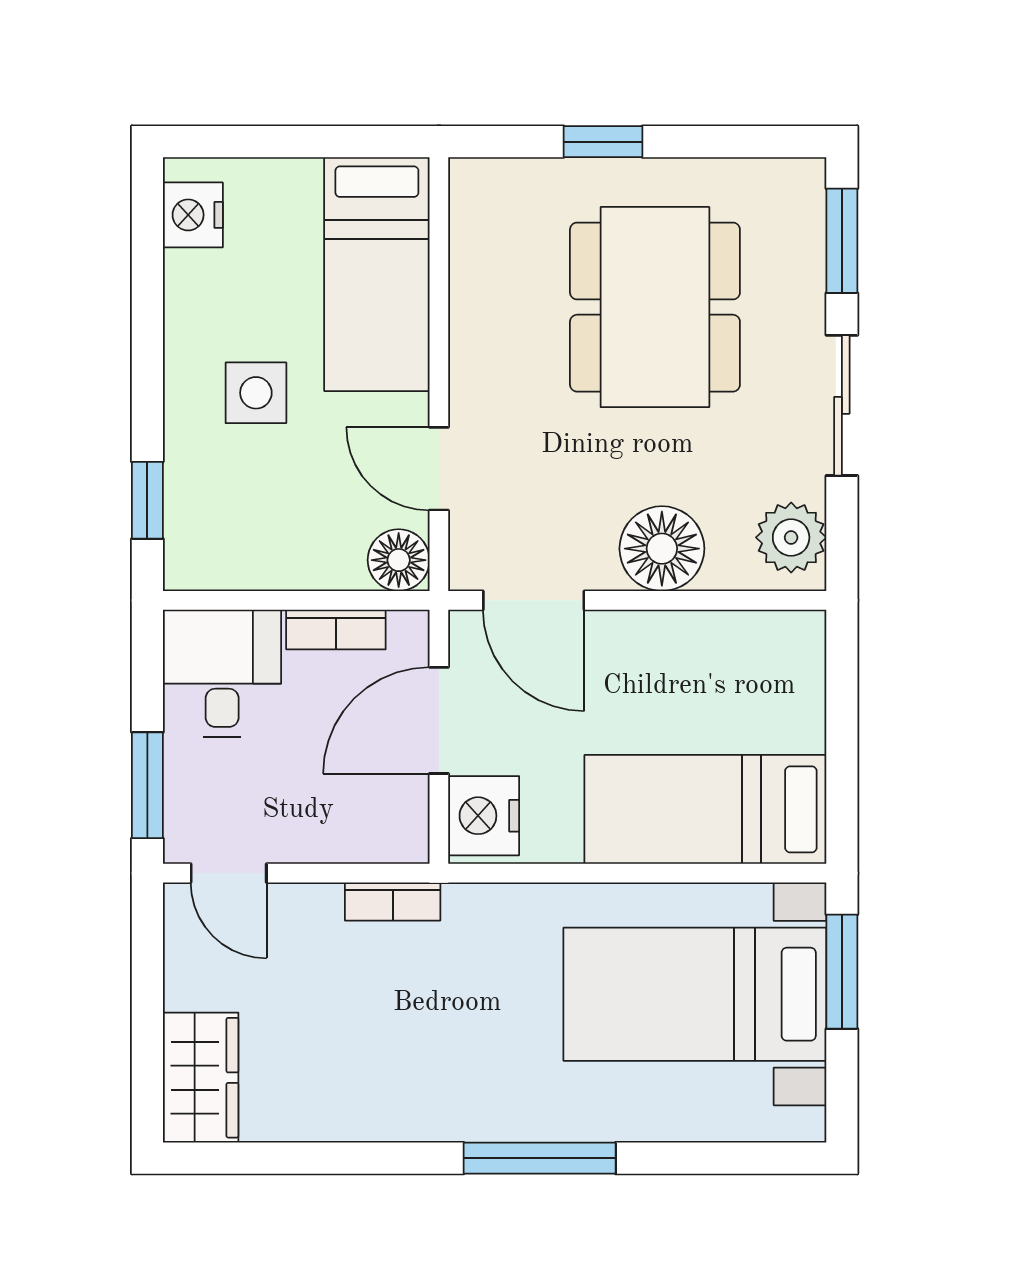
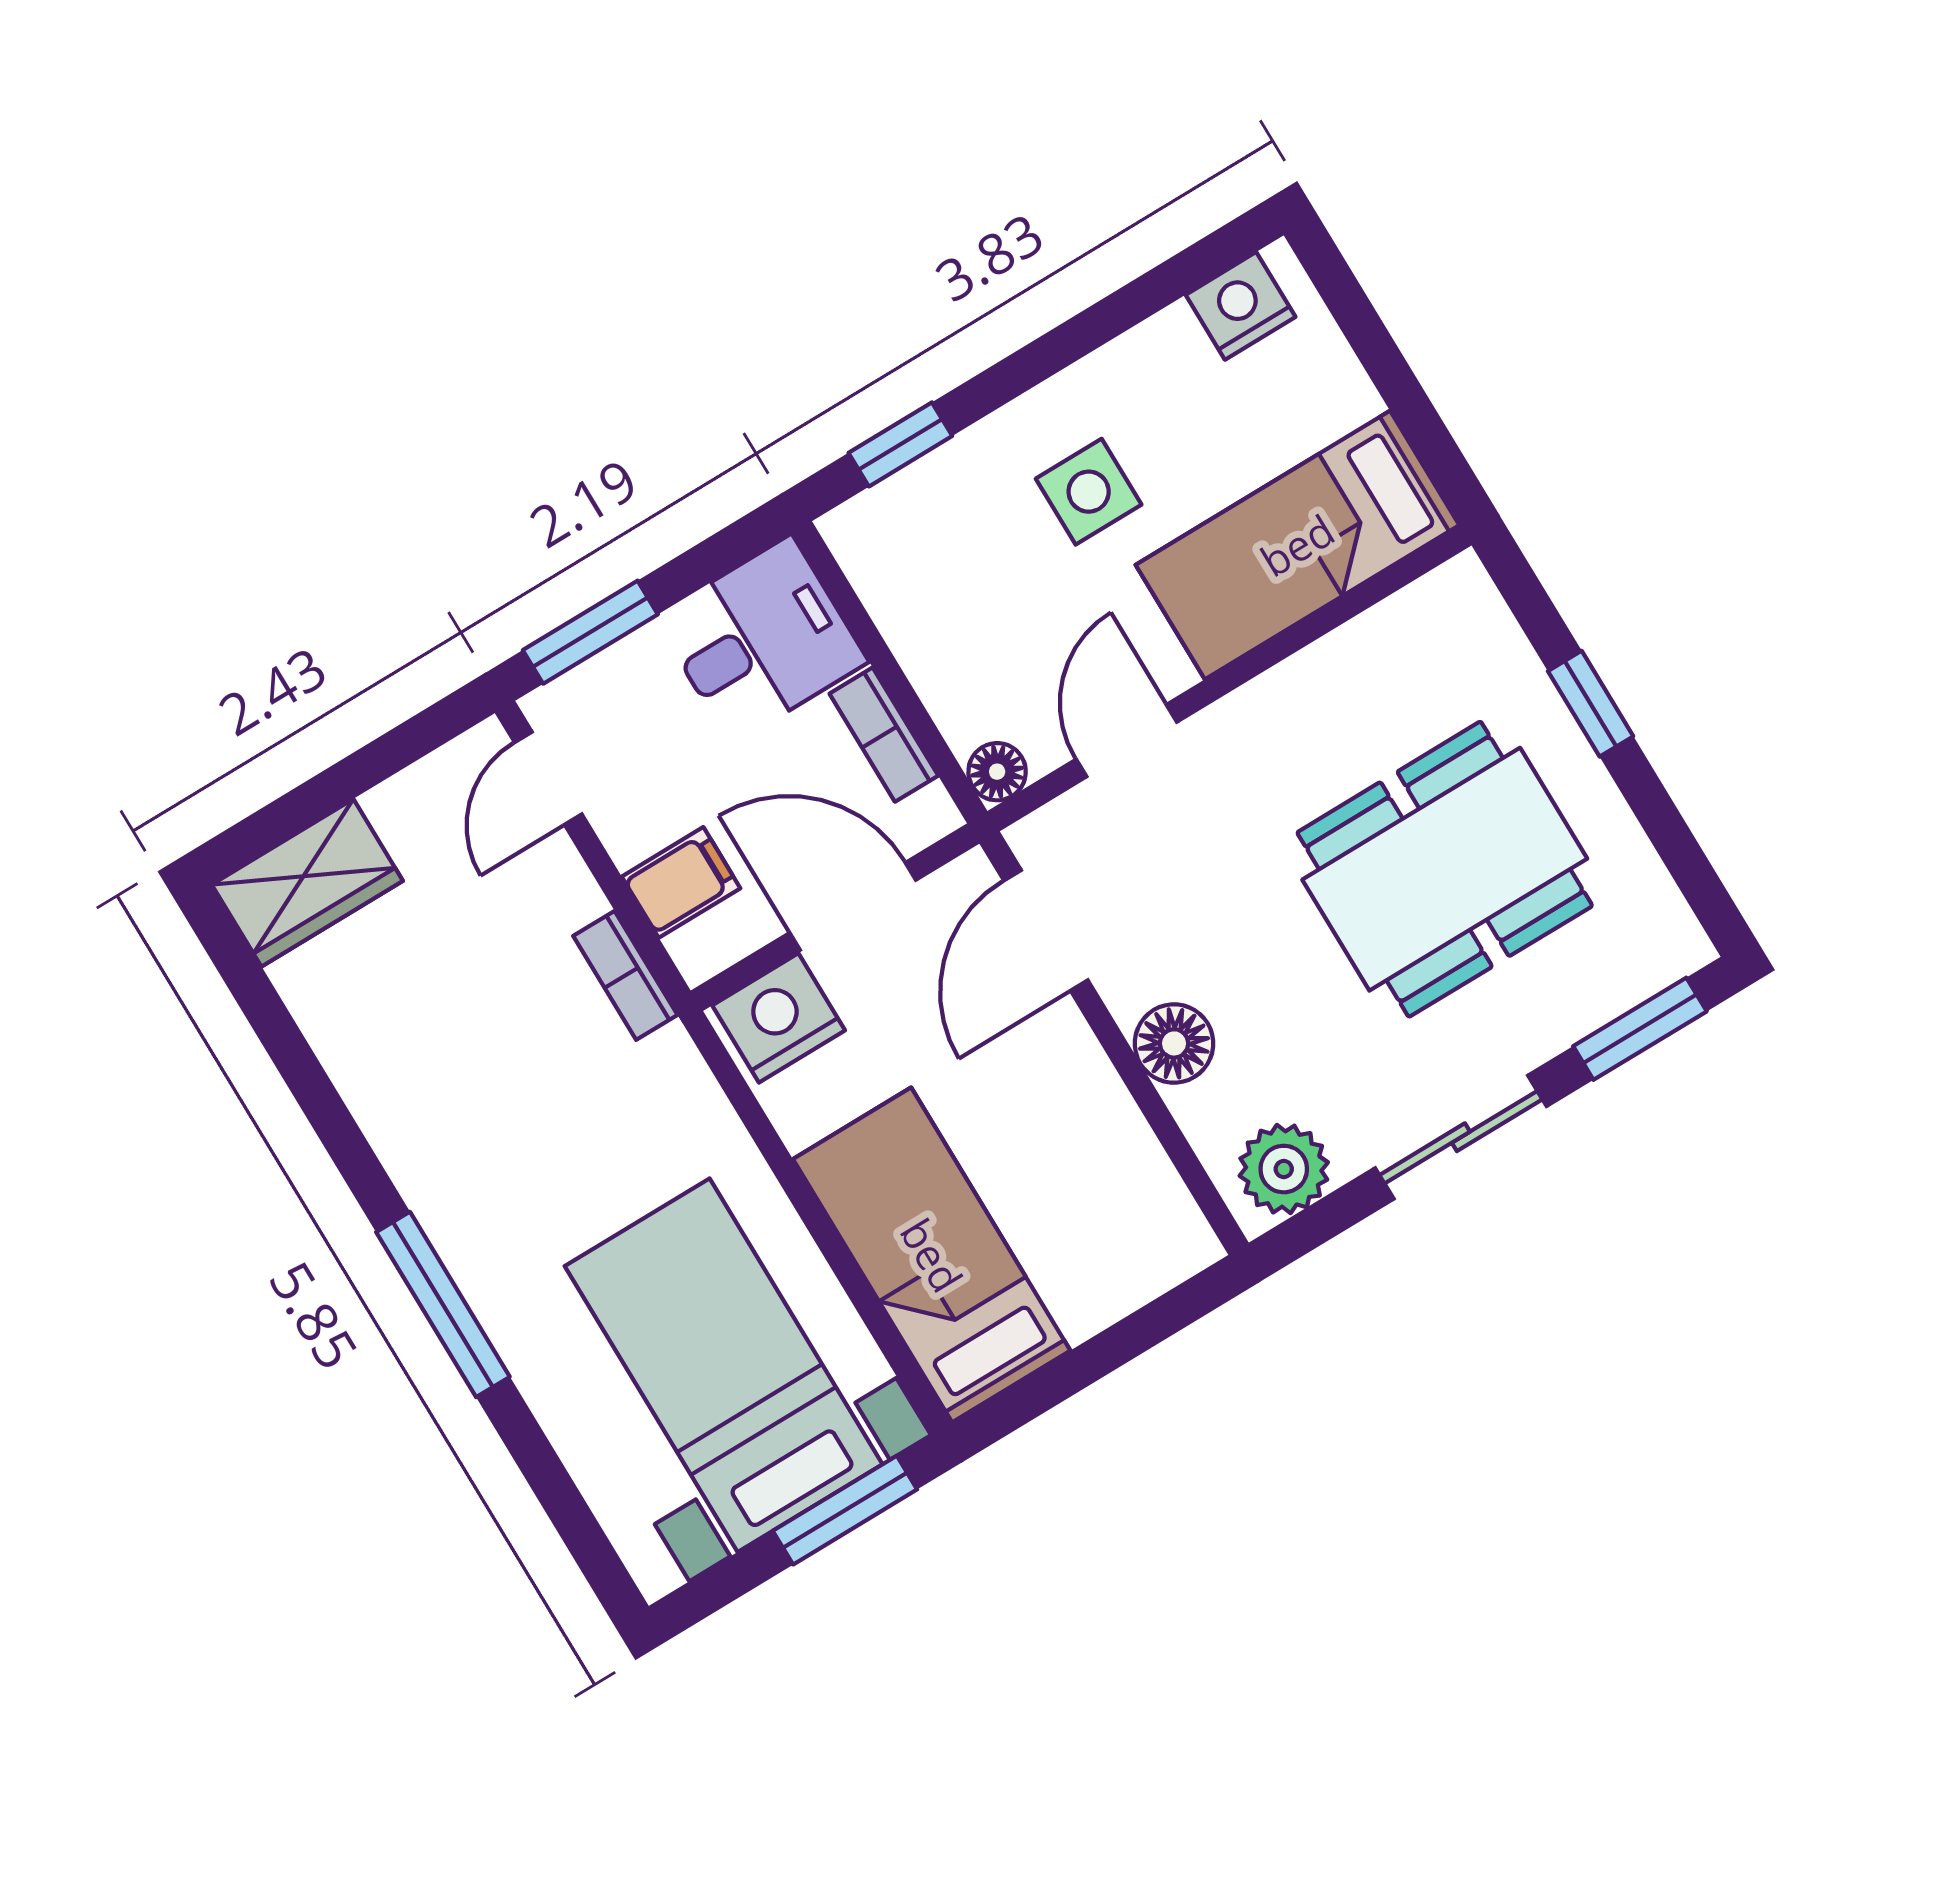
floor lamp: (662, 549) -> (1174, 1043), width x0.73, depth x0.73
floor lamp: (399, 560) -> (997, 772), width x0.73, depth x0.73
filing cabinet: (353, 826) -> (681, 882), added

